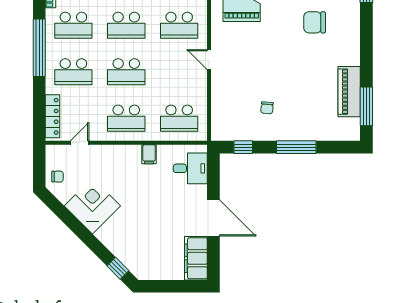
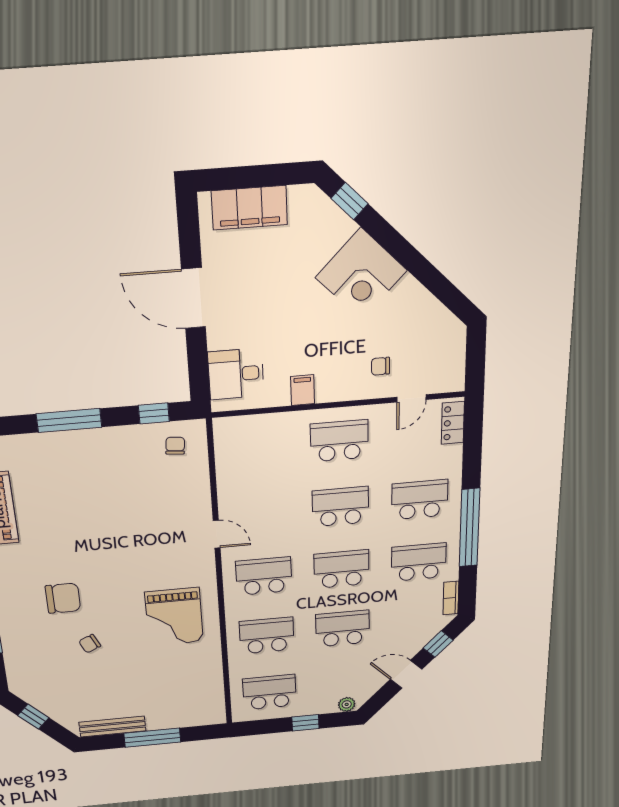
chair: (267, 108) -> (175, 446), moved
locker: (53, 116) -> (453, 423), width x0.66
school desk: (179, 118) -> (258, 448), removed
chair: (57, 177) -> (381, 366), moved
corner desk: (92, 206) -> (361, 274), moved
filing cabinet: (196, 258) -> (249, 208), moved, turned 90

